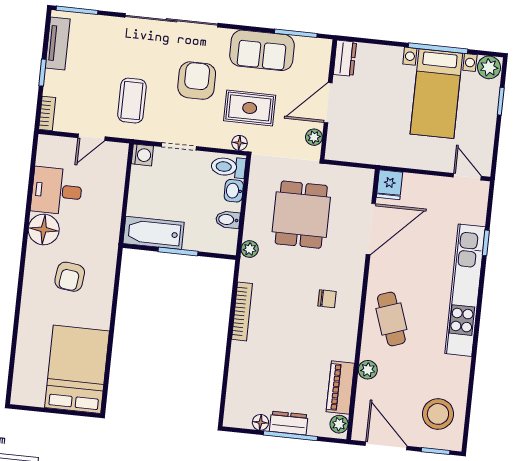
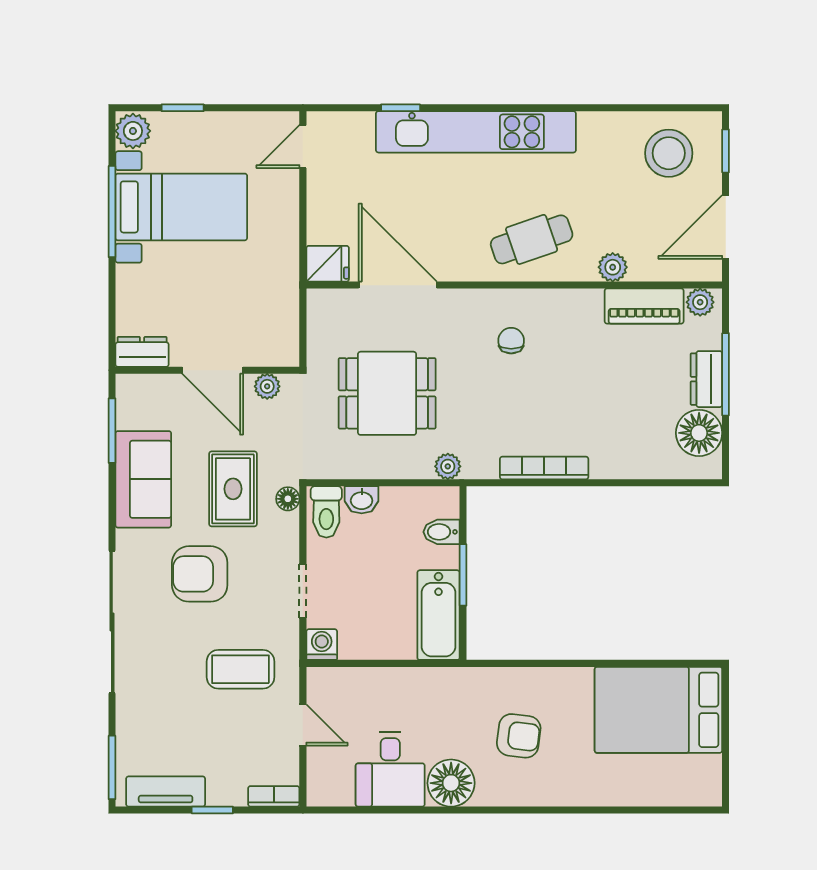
bidet: (228, 220) -> (442, 532), moved, turned 90
floor lamp: (260, 422) -> (699, 433), width x1.89, depth x1.89

